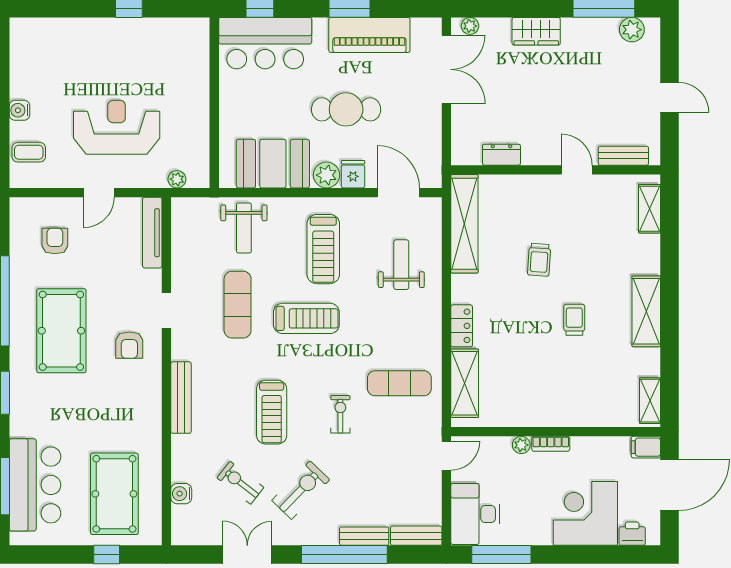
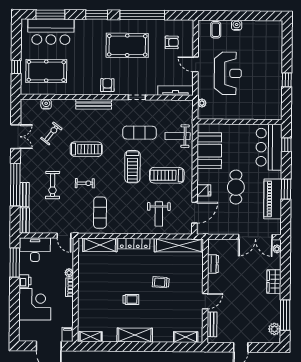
plant: (327, 175) -> (203, 177), removed
weight bench: (401, 265) -> (159, 214), turned 90
locker: (462, 326) -> (134, 244), width x1.53
armchair: (129, 345) -> (107, 85), moved, turned 90
treadmill: (272, 412) -> (86, 149), turned 180
exercise bike: (301, 490) -> (53, 185), moved, turned 46
printer: (632, 534) -> (25, 281), moved

